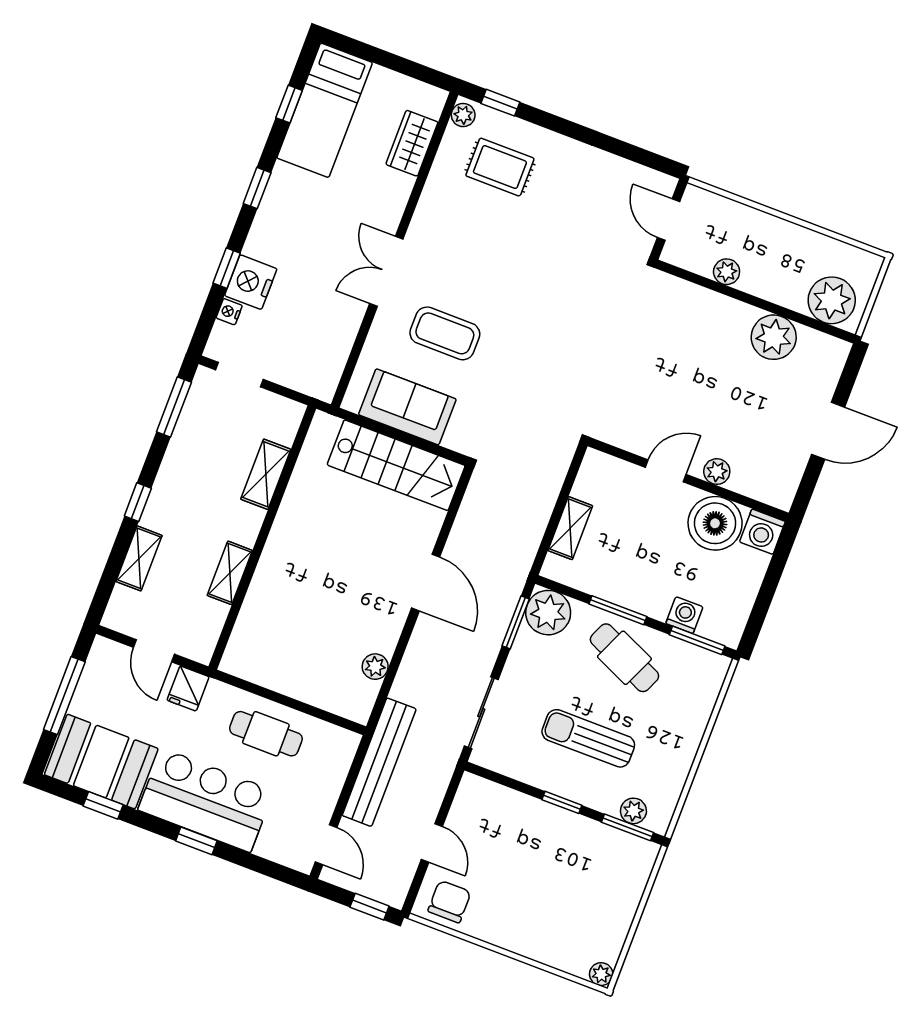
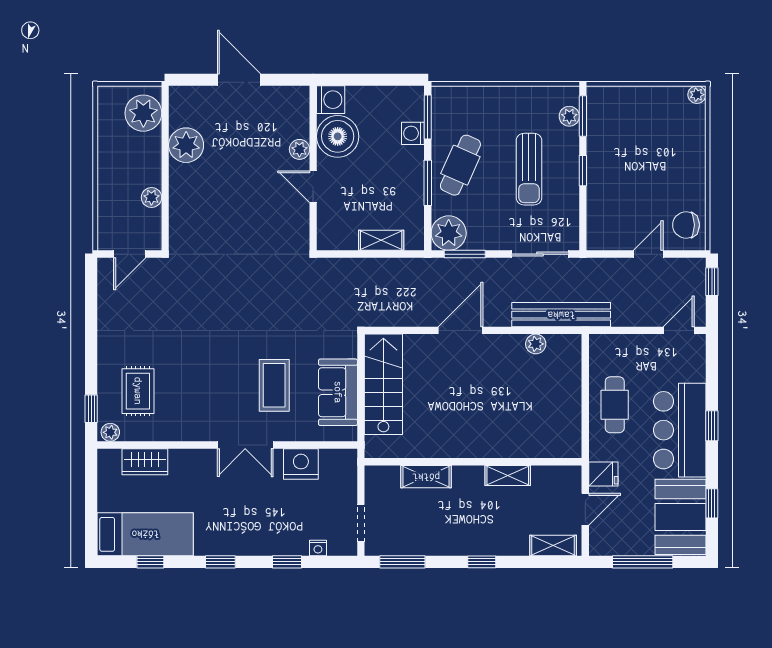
nightstand: (251, 282) -> (301, 464), moved, turned 180
shelving: (139, 558) -> (553, 546), moved
bench: (379, 762) -> (561, 315), moved

